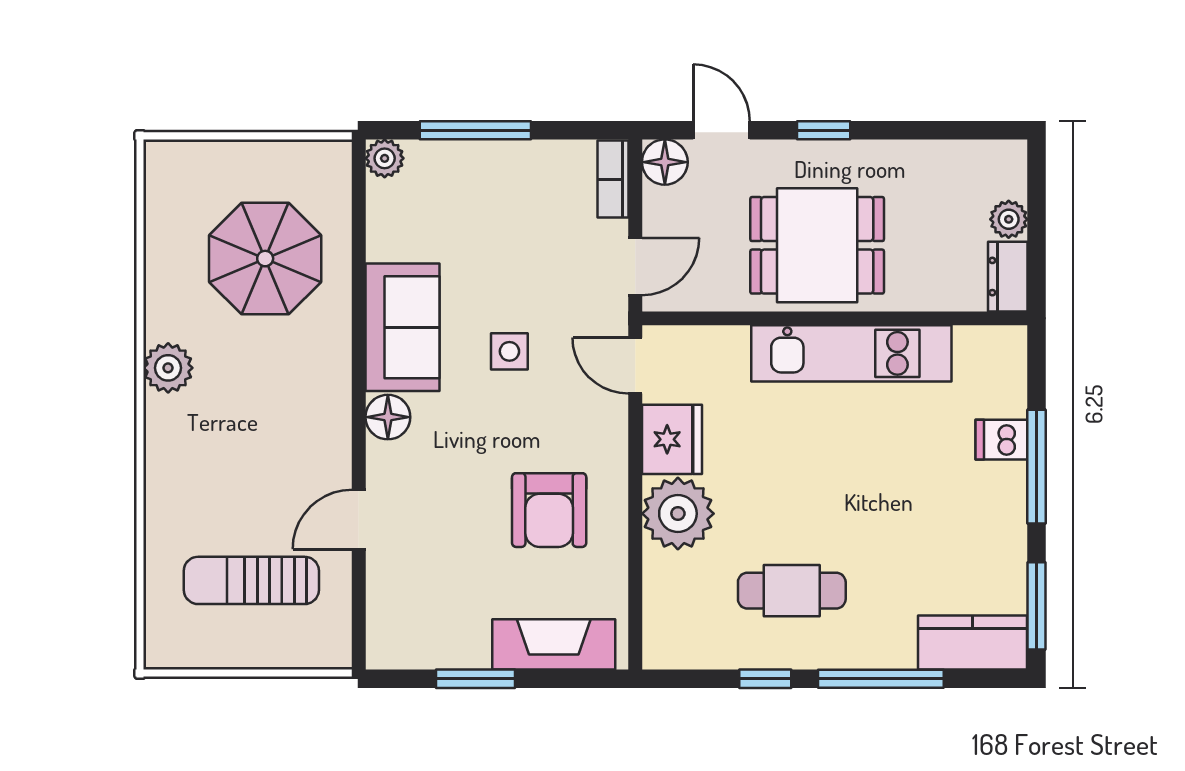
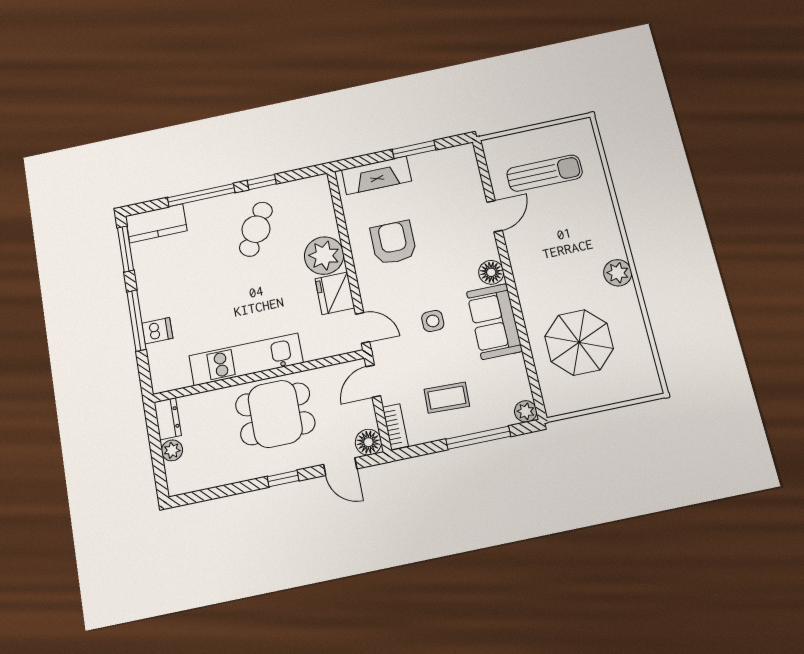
coffee table: (514, 211) -> (447, 398), added
cafe table: (792, 591) -> (256, 229), turned -61

